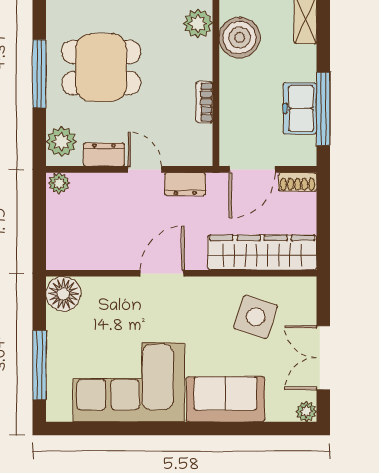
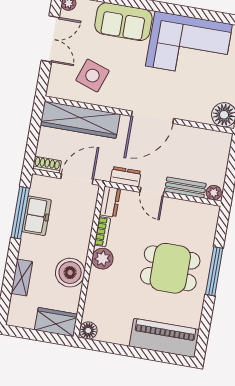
plant: (198, 23) -> (102, 259), moved
plant: (61, 142) -> (207, 221), removed
dresser: (104, 155) -> (110, 202), moved, turned -90
bench: (100, 183) -> (185, 188), added
door: (162, 273) -> (152, 117), width x1.36

